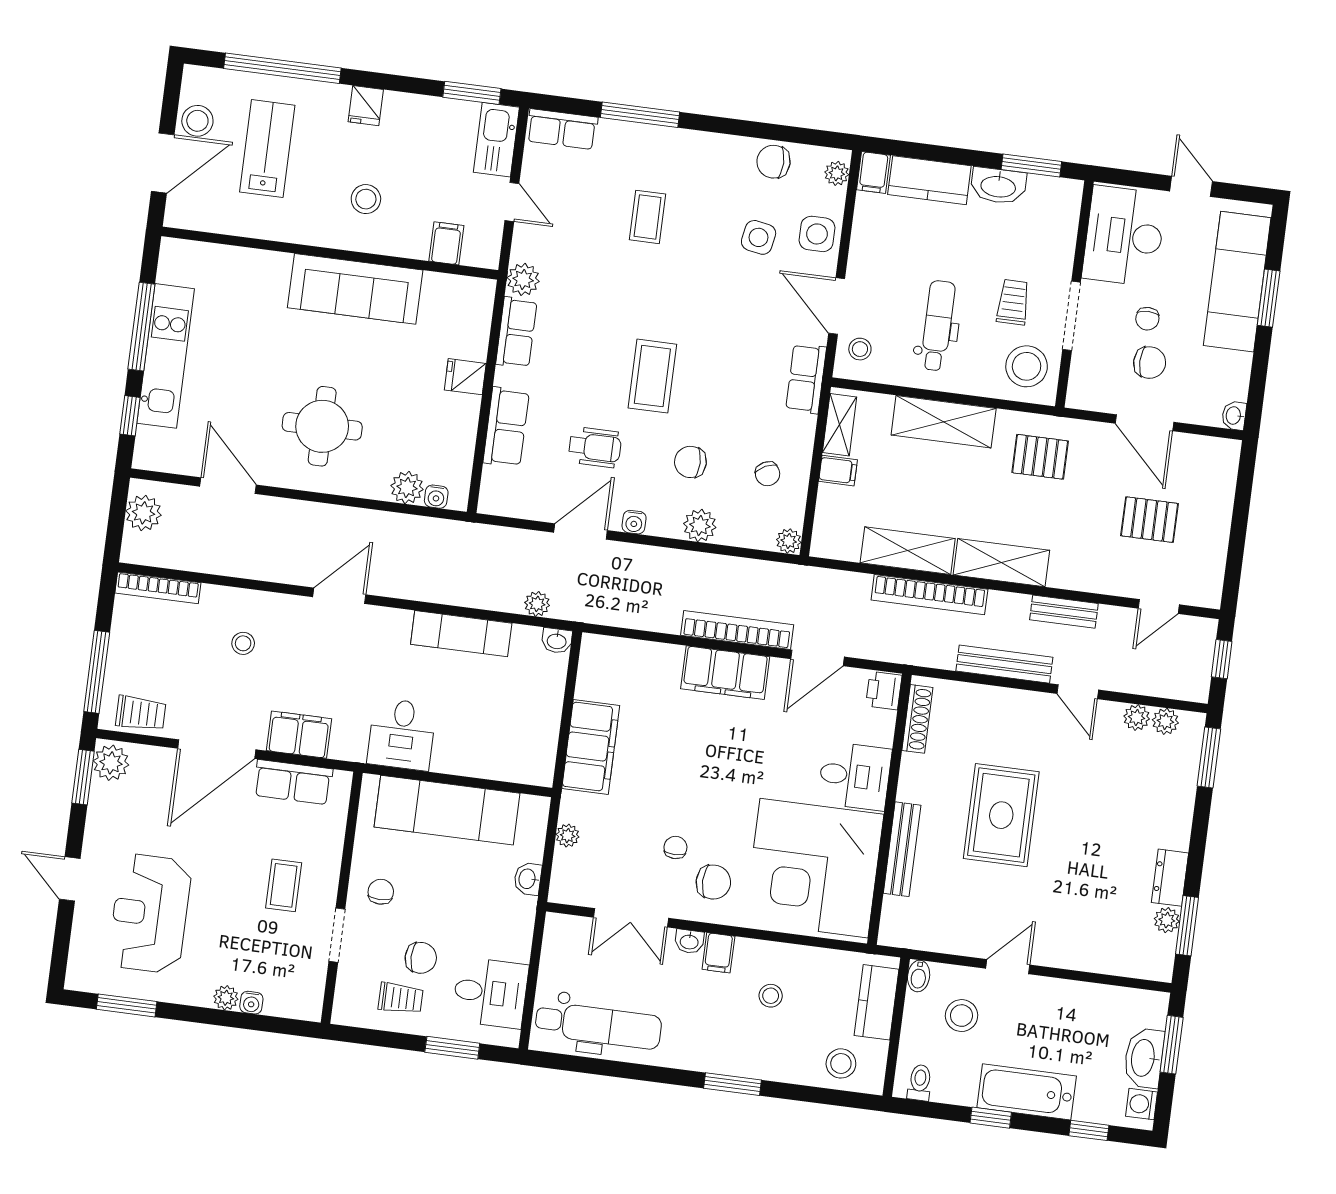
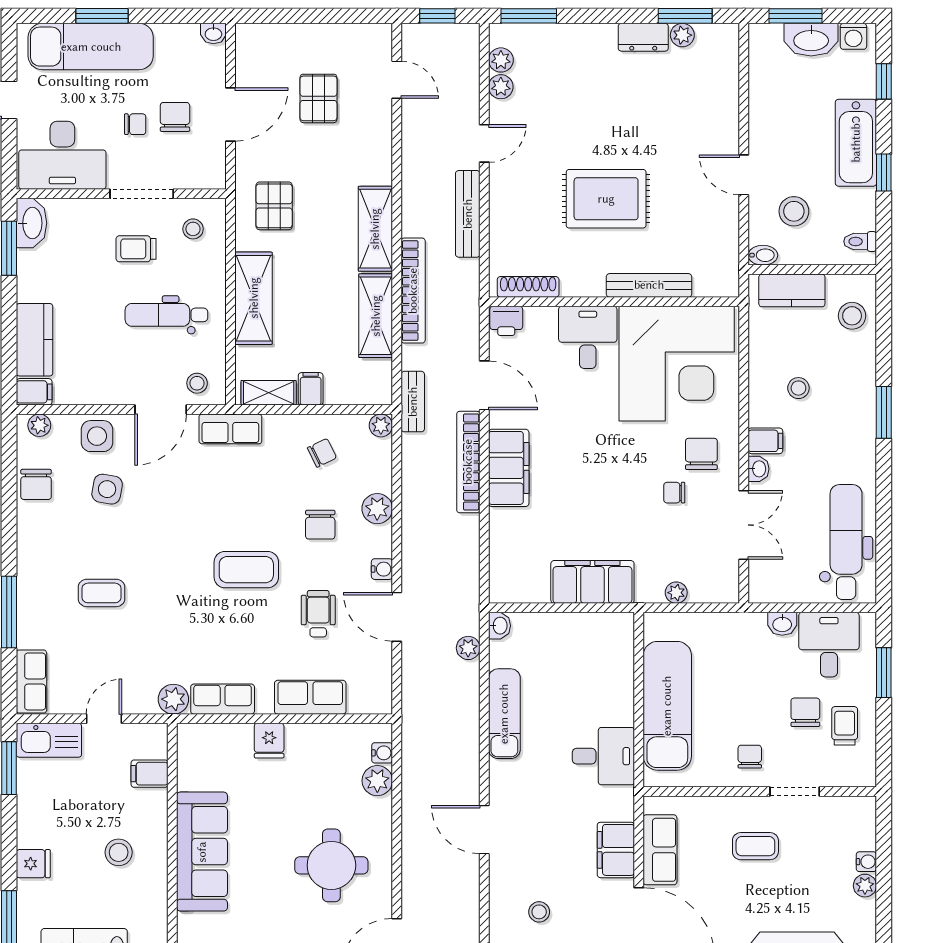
washbasin: (998, 186) -> (31, 223), moved
stool: (1027, 366) -> (193, 229), width x0.53, depth x0.53
bench: (1064, 612) -> (413, 402), moved
washbasin: (528, 879) -> (782, 624), moved
chair: (381, 892) -> (750, 757), turned 90

